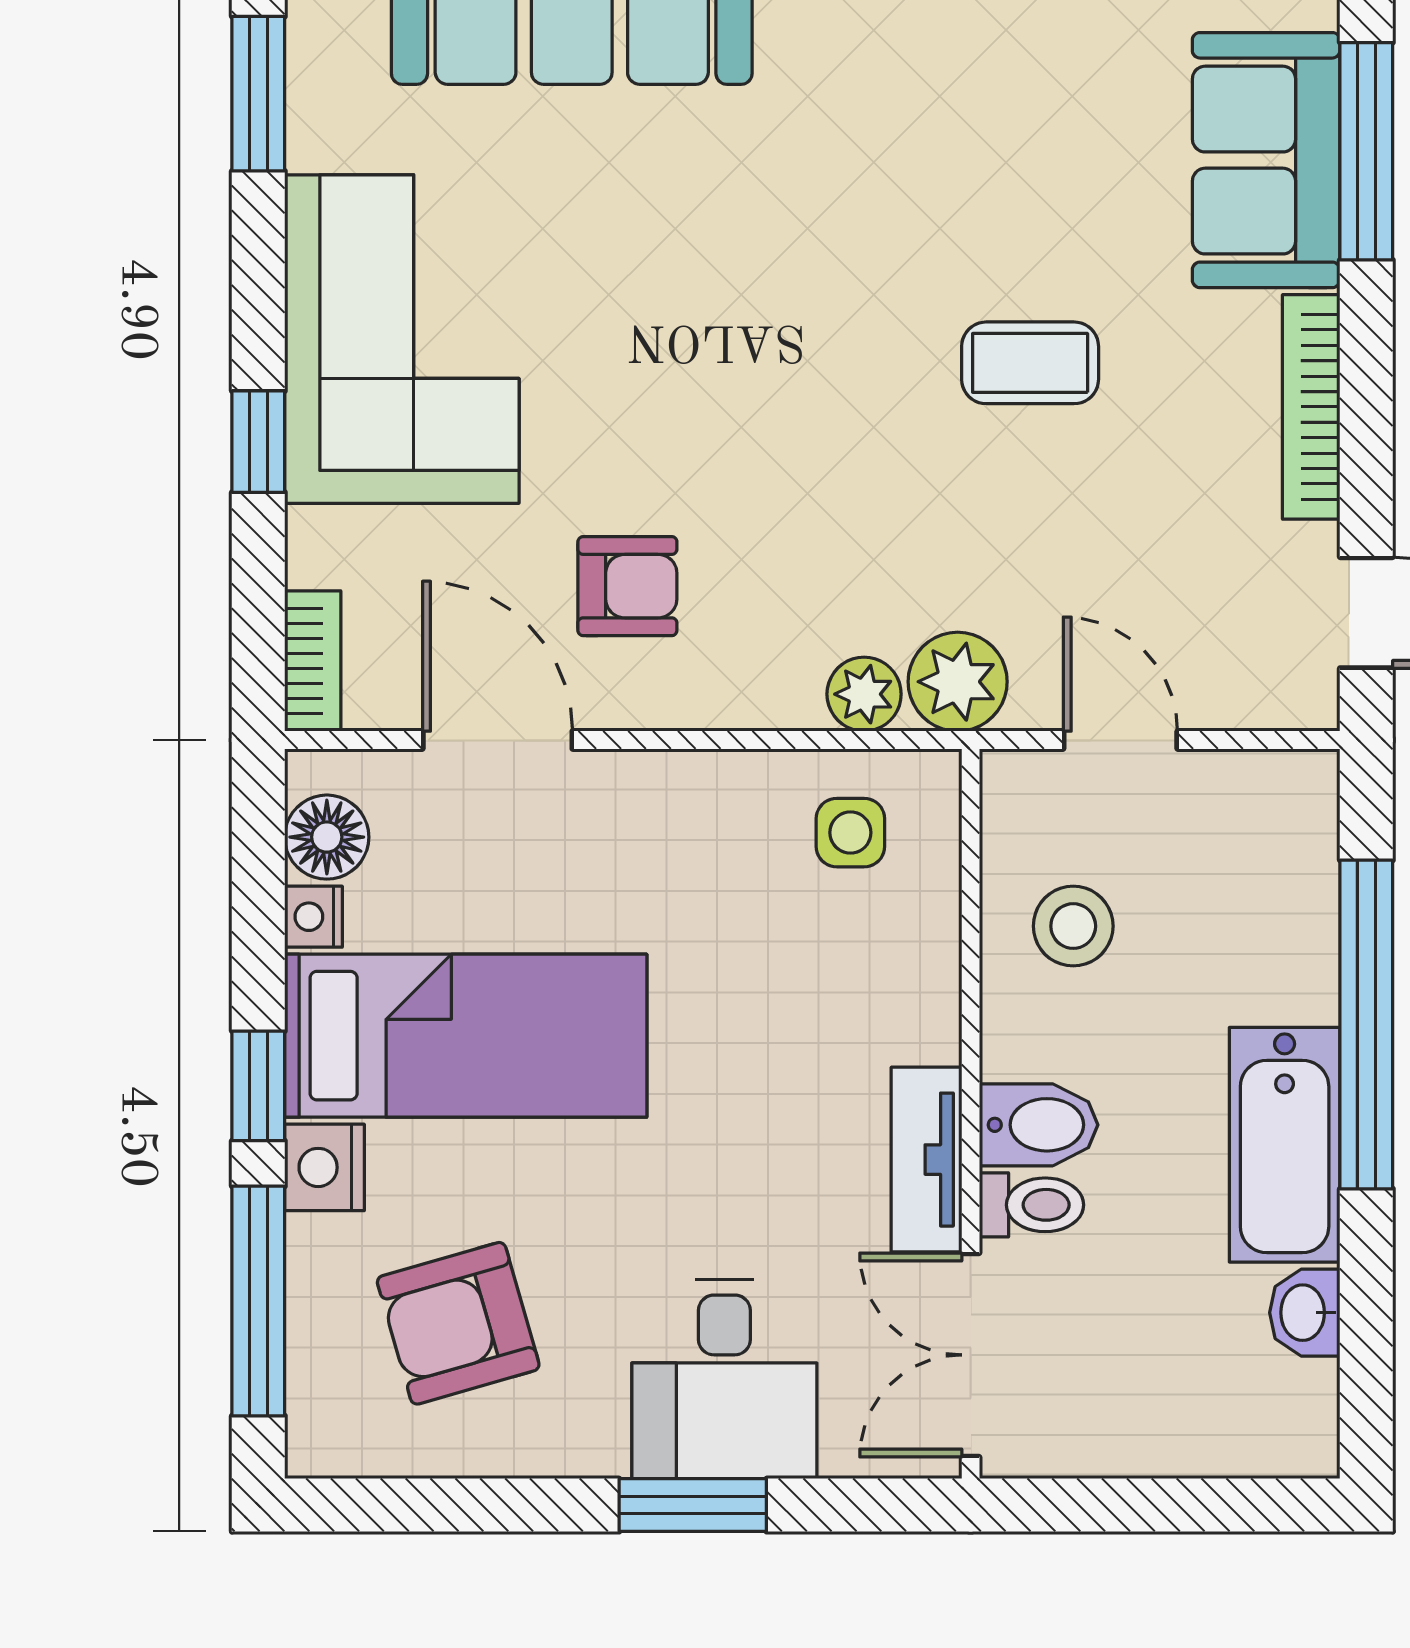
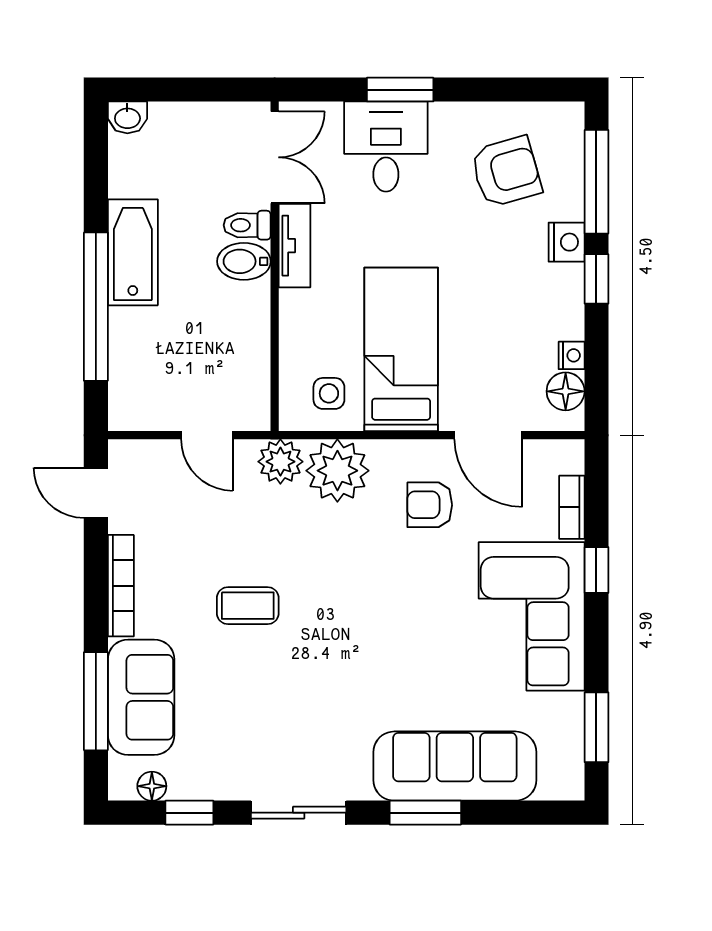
bookcase: (313, 661) -> (572, 507), moved
plant: (864, 694) -> (337, 471), width x1.87, depth x1.87
stool: (1073, 926) -> (228, 351), removed
bed: (466, 1036) -> (401, 349), moved, turned 90
washbasin: (1305, 1313) -> (127, 117), moved, turned 90

